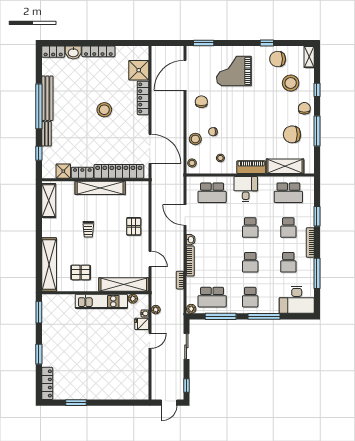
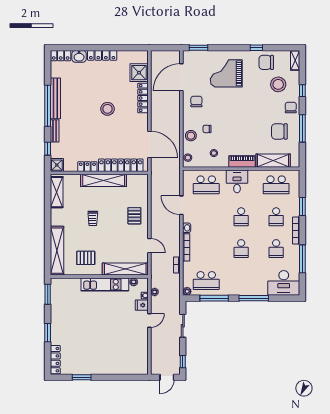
shower: (63, 171) -> (57, 165), moved
school desk: (250, 297) -> (241, 281), removed

